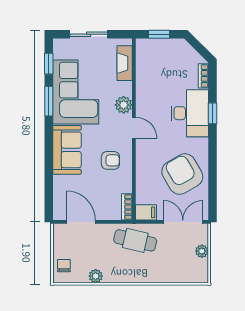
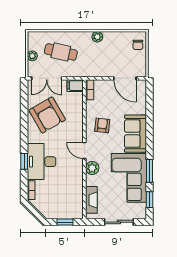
armchair: (110, 160) -> (102, 125), turned 96
cafe table: (135, 240) -> (61, 52), moved
plant: (96, 276) -> (97, 37), moved

